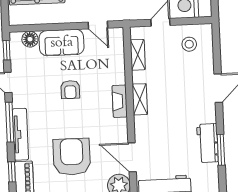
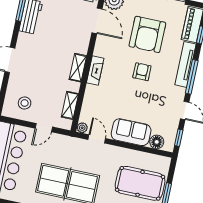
plant: (118, 33) -> (82, 128), added
armchair: (70, 90) -> (142, 72), moved

